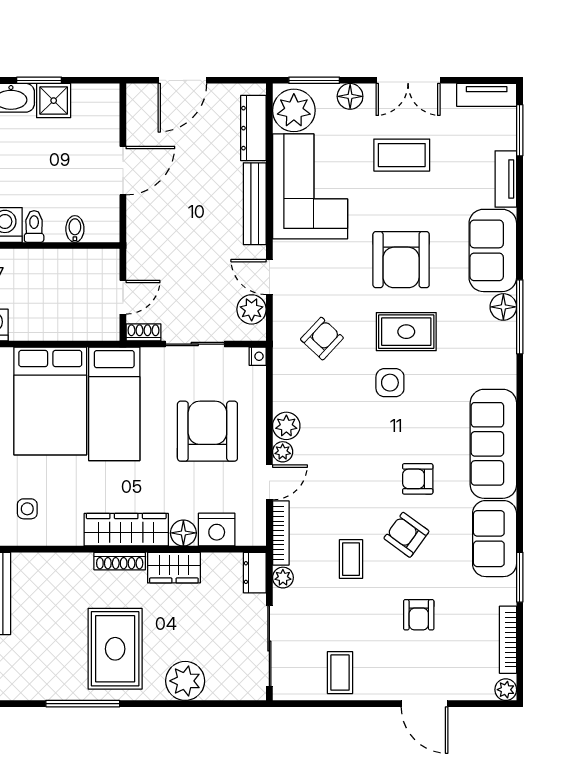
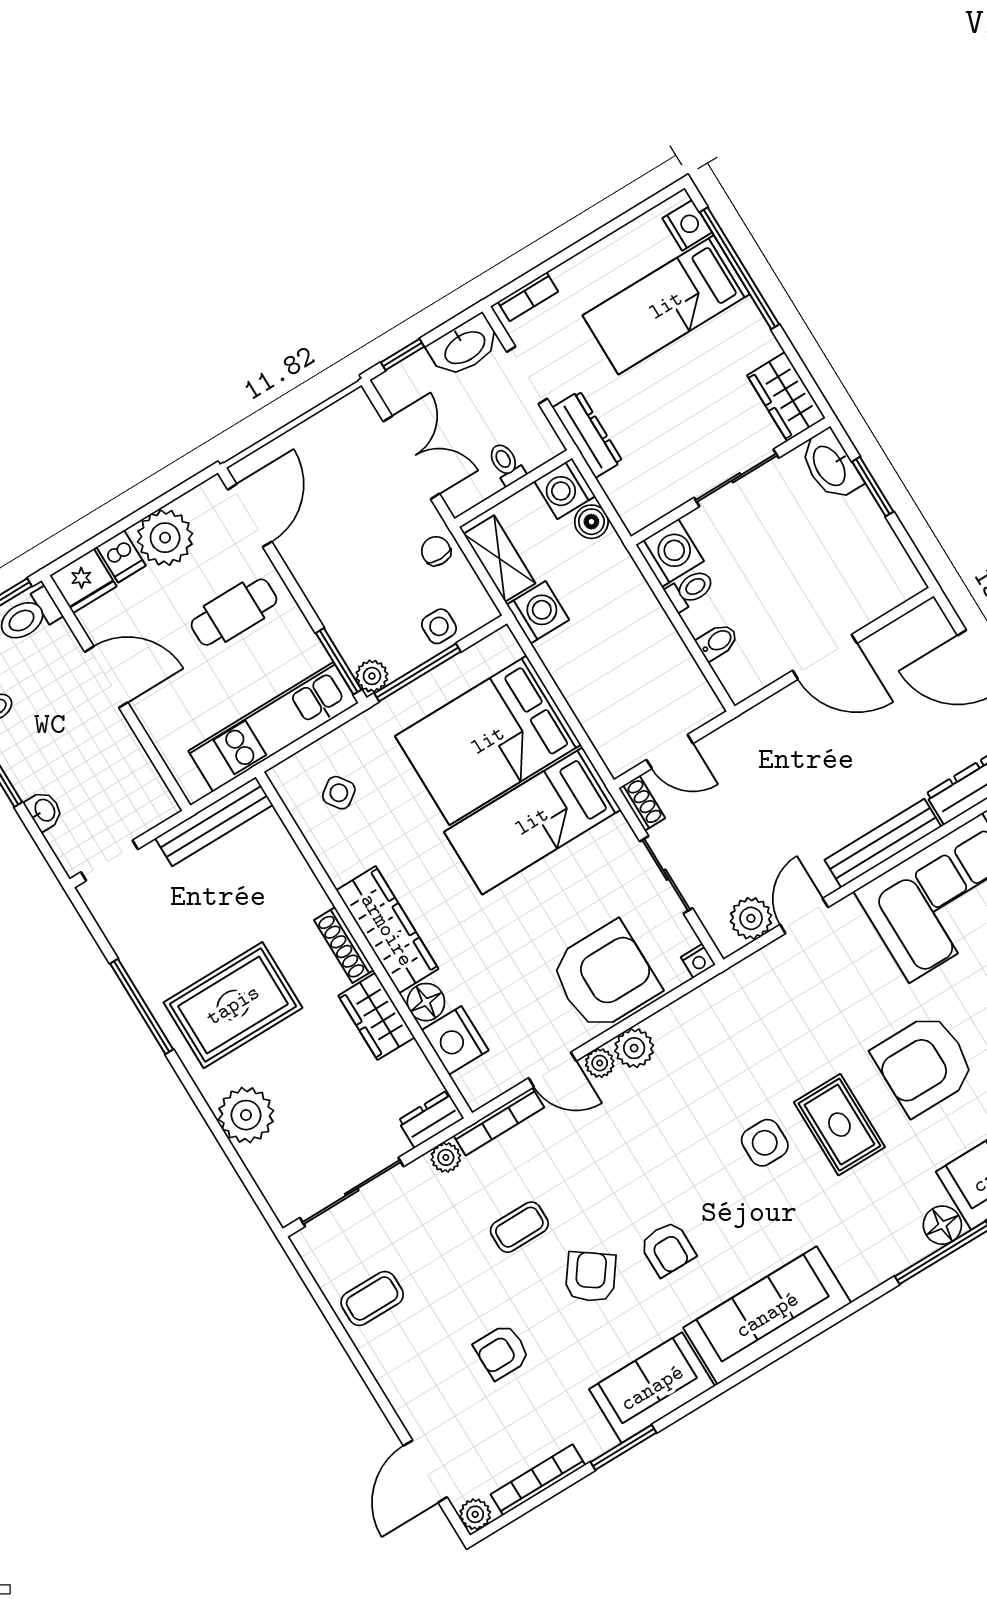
shower: (54, 101) -> (859, 520), removed
armchair: (322, 339) -> (768, 1026), removed
armchair: (207, 431) -> (605, 976), moved
armchair: (418, 479) -> (668, 1249), turned 180
side table: (27, 509) -> (339, 793), turned -36
door: (425, 704) -> (425, 1471), moved

